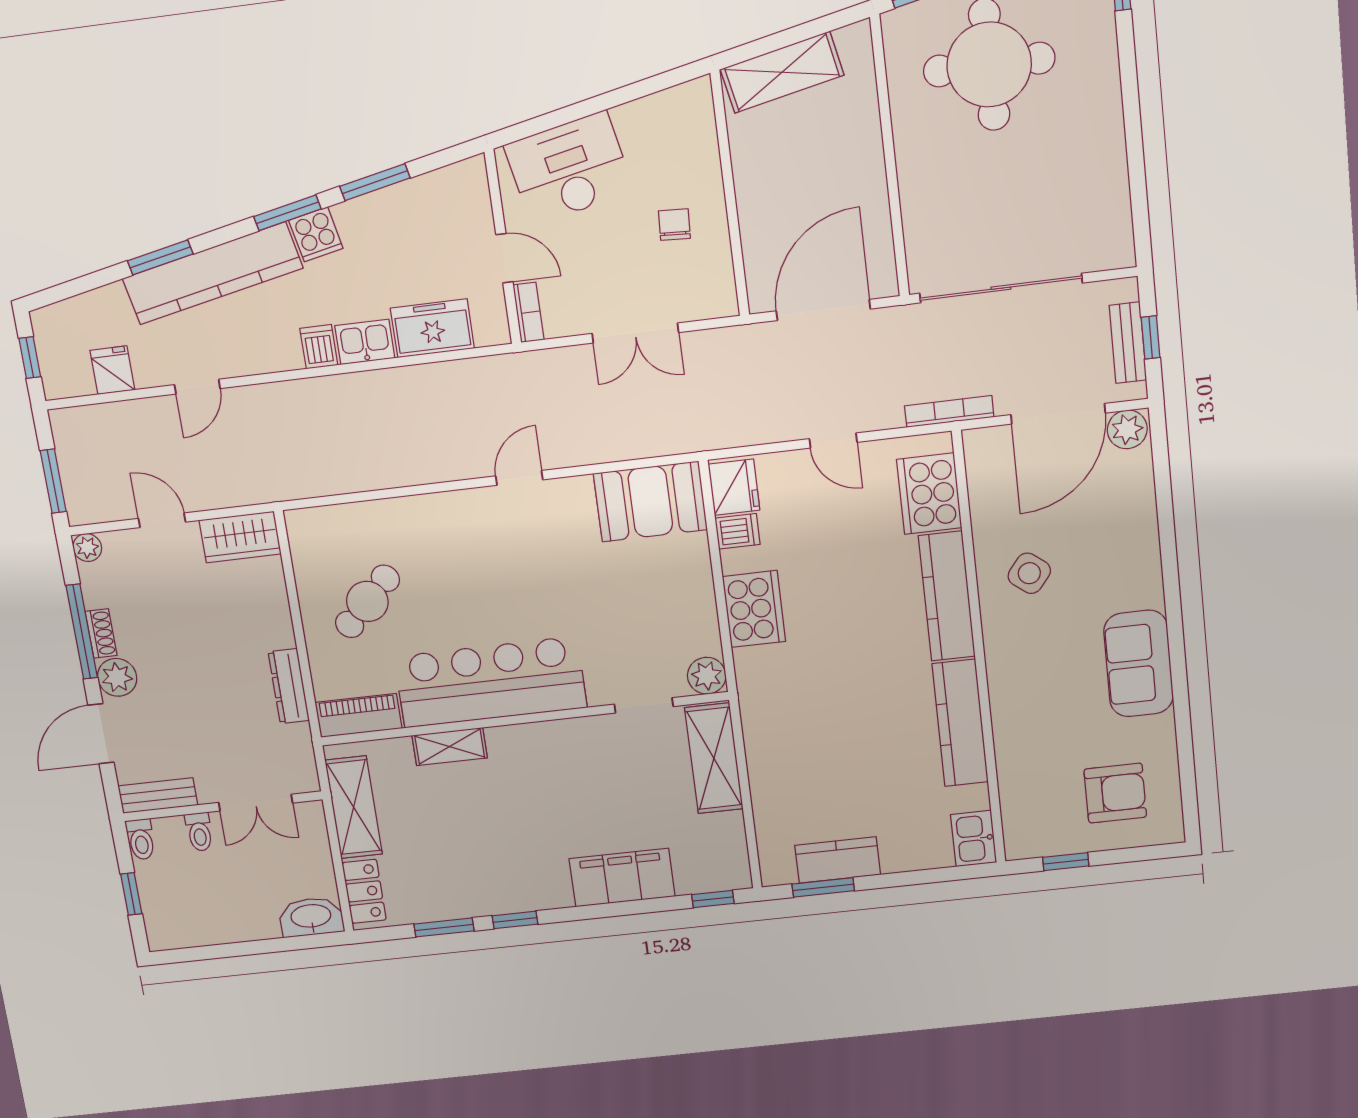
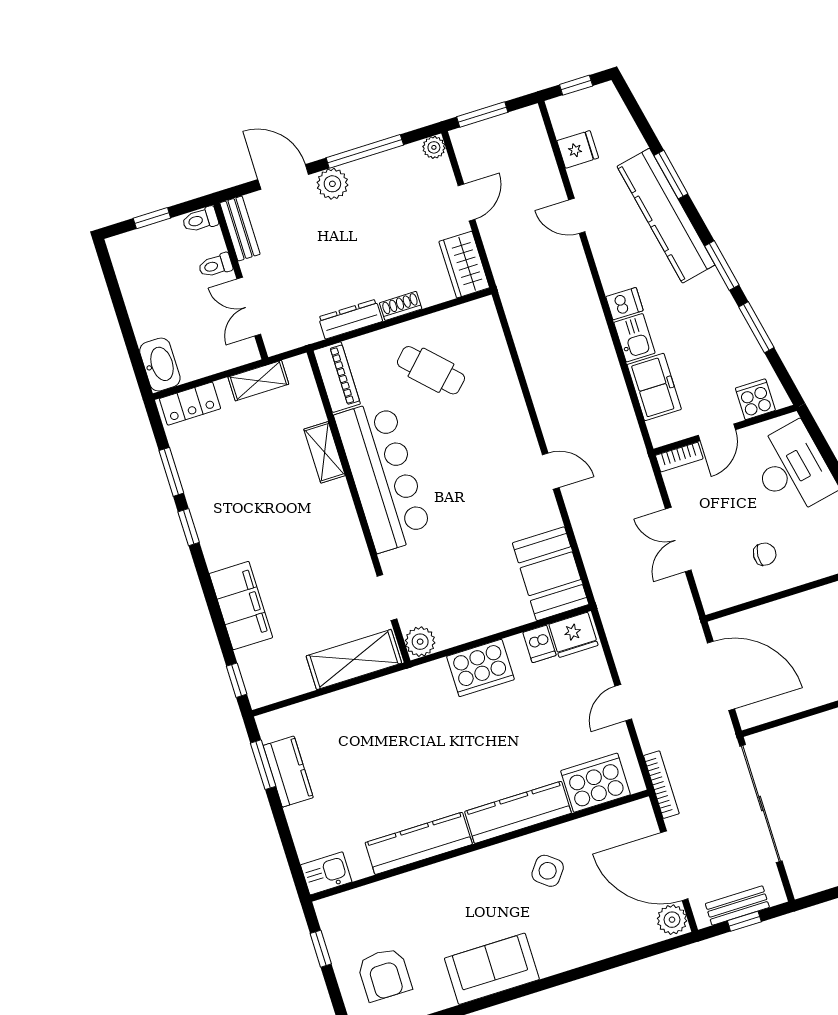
cooker: (316, 234) -> (755, 399), moved, turned 102
shoe rack: (101, 633) -> (401, 306), moved, turned 180
shelving: (354, 807) -> (258, 381), width x0.67, depth x0.75

